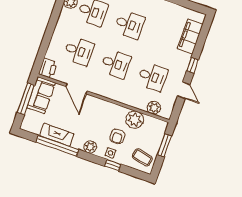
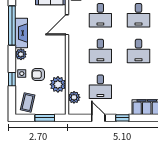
door: (184, 90) -> (98, 118), swing flipped
fireplace: (57, 135) -> (21, 33), moved

